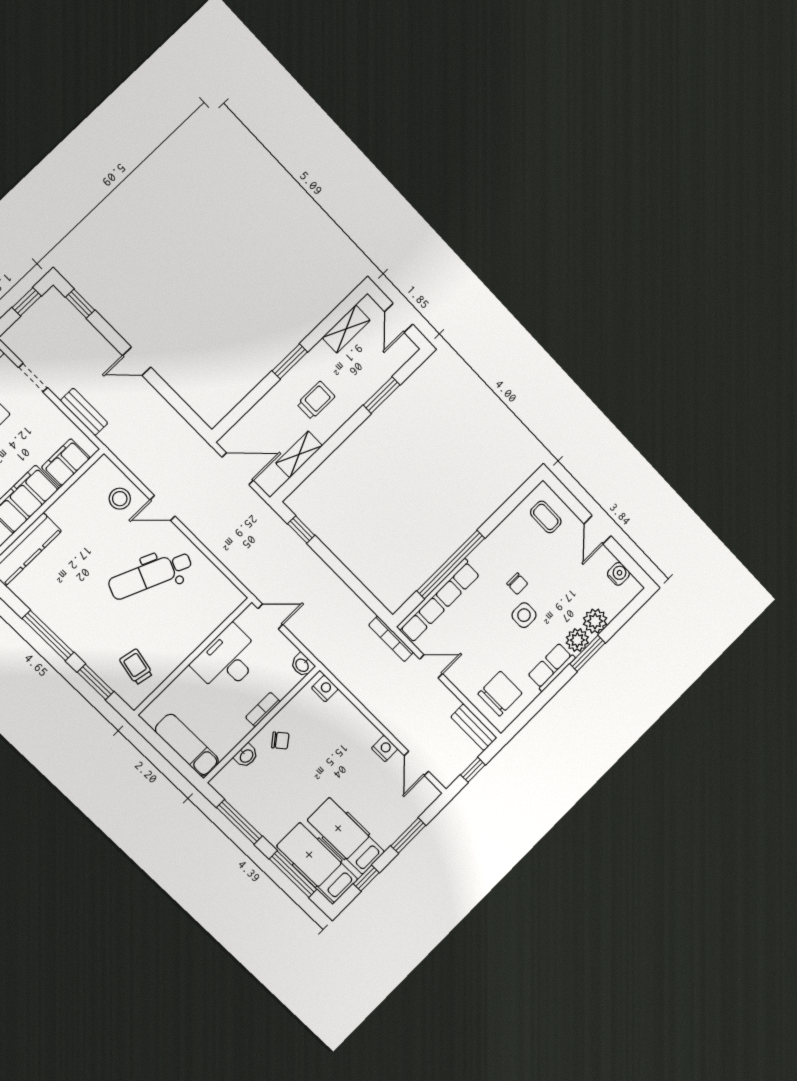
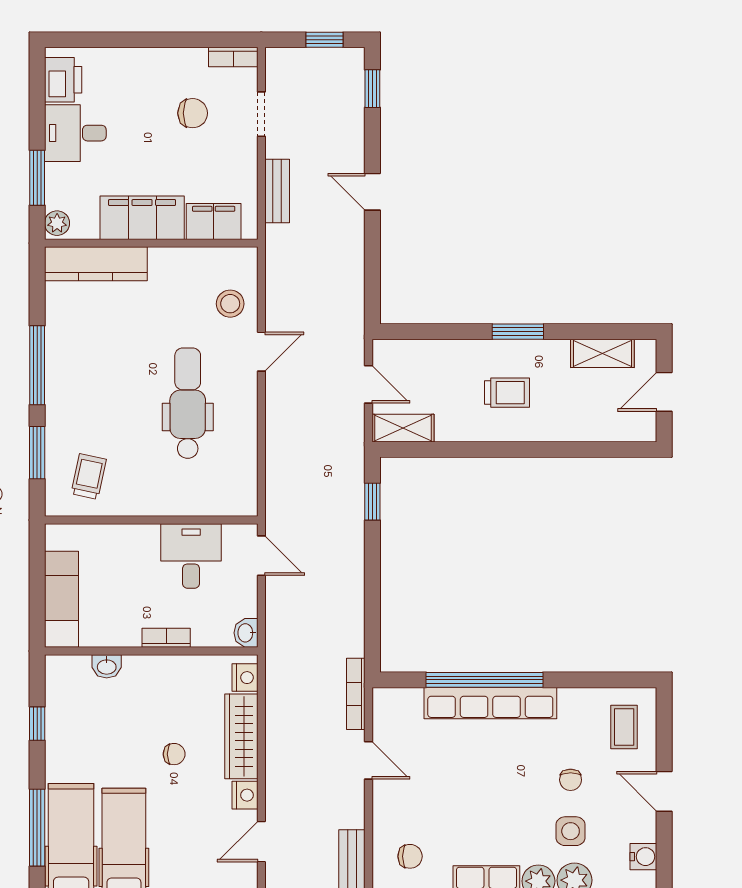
window: (382, 395) -> (576, 449), removed
shelving: (299, 454) -> (403, 428), moved
door: (238, 469) -> (369, 384), width x0.73
door: (163, 508) -> (261, 352), swing flipped
door: (597, 530) -> (664, 791), hinge flipped
dental chair: (150, 575) -> (188, 403), turned 67
chair: (517, 584) -> (571, 780), moved
row of seats: (438, 600) -> (490, 703), moved
side table: (524, 615) -> (571, 831), moved
desk: (227, 660) -> (191, 556), width x0.73
chair: (500, 694) -> (410, 856), width x0.54, depth x0.54
wardrobe: (353, 721) -> (241, 736), added
chair: (280, 741) -> (174, 754), moved, turned -51
window: (239, 822) -> (37, 724), width x0.46

